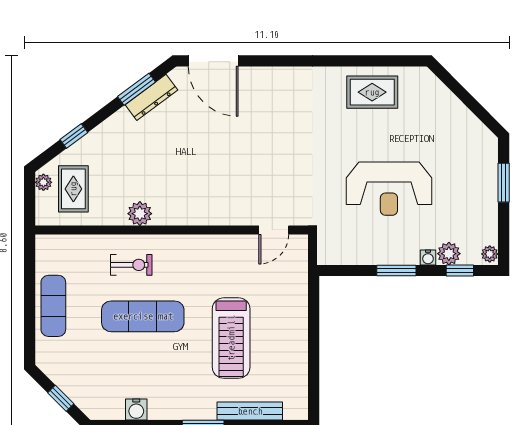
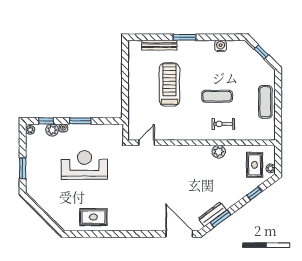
exercise mat: (143, 316) -> (217, 96), width x0.73, depth x0.69

